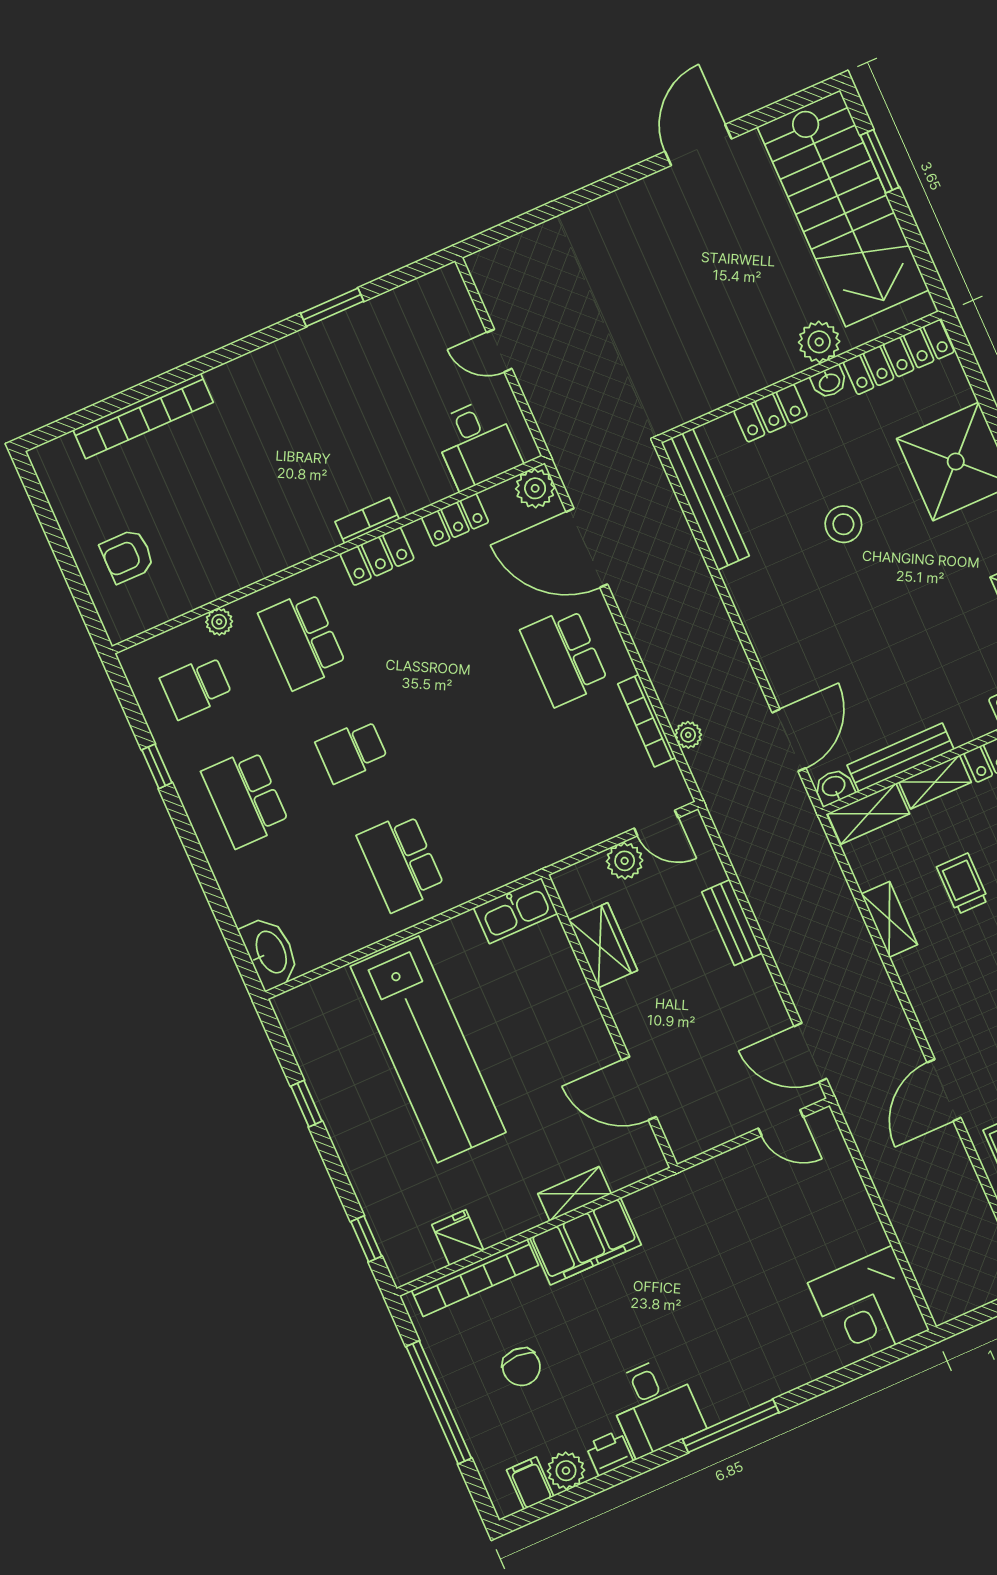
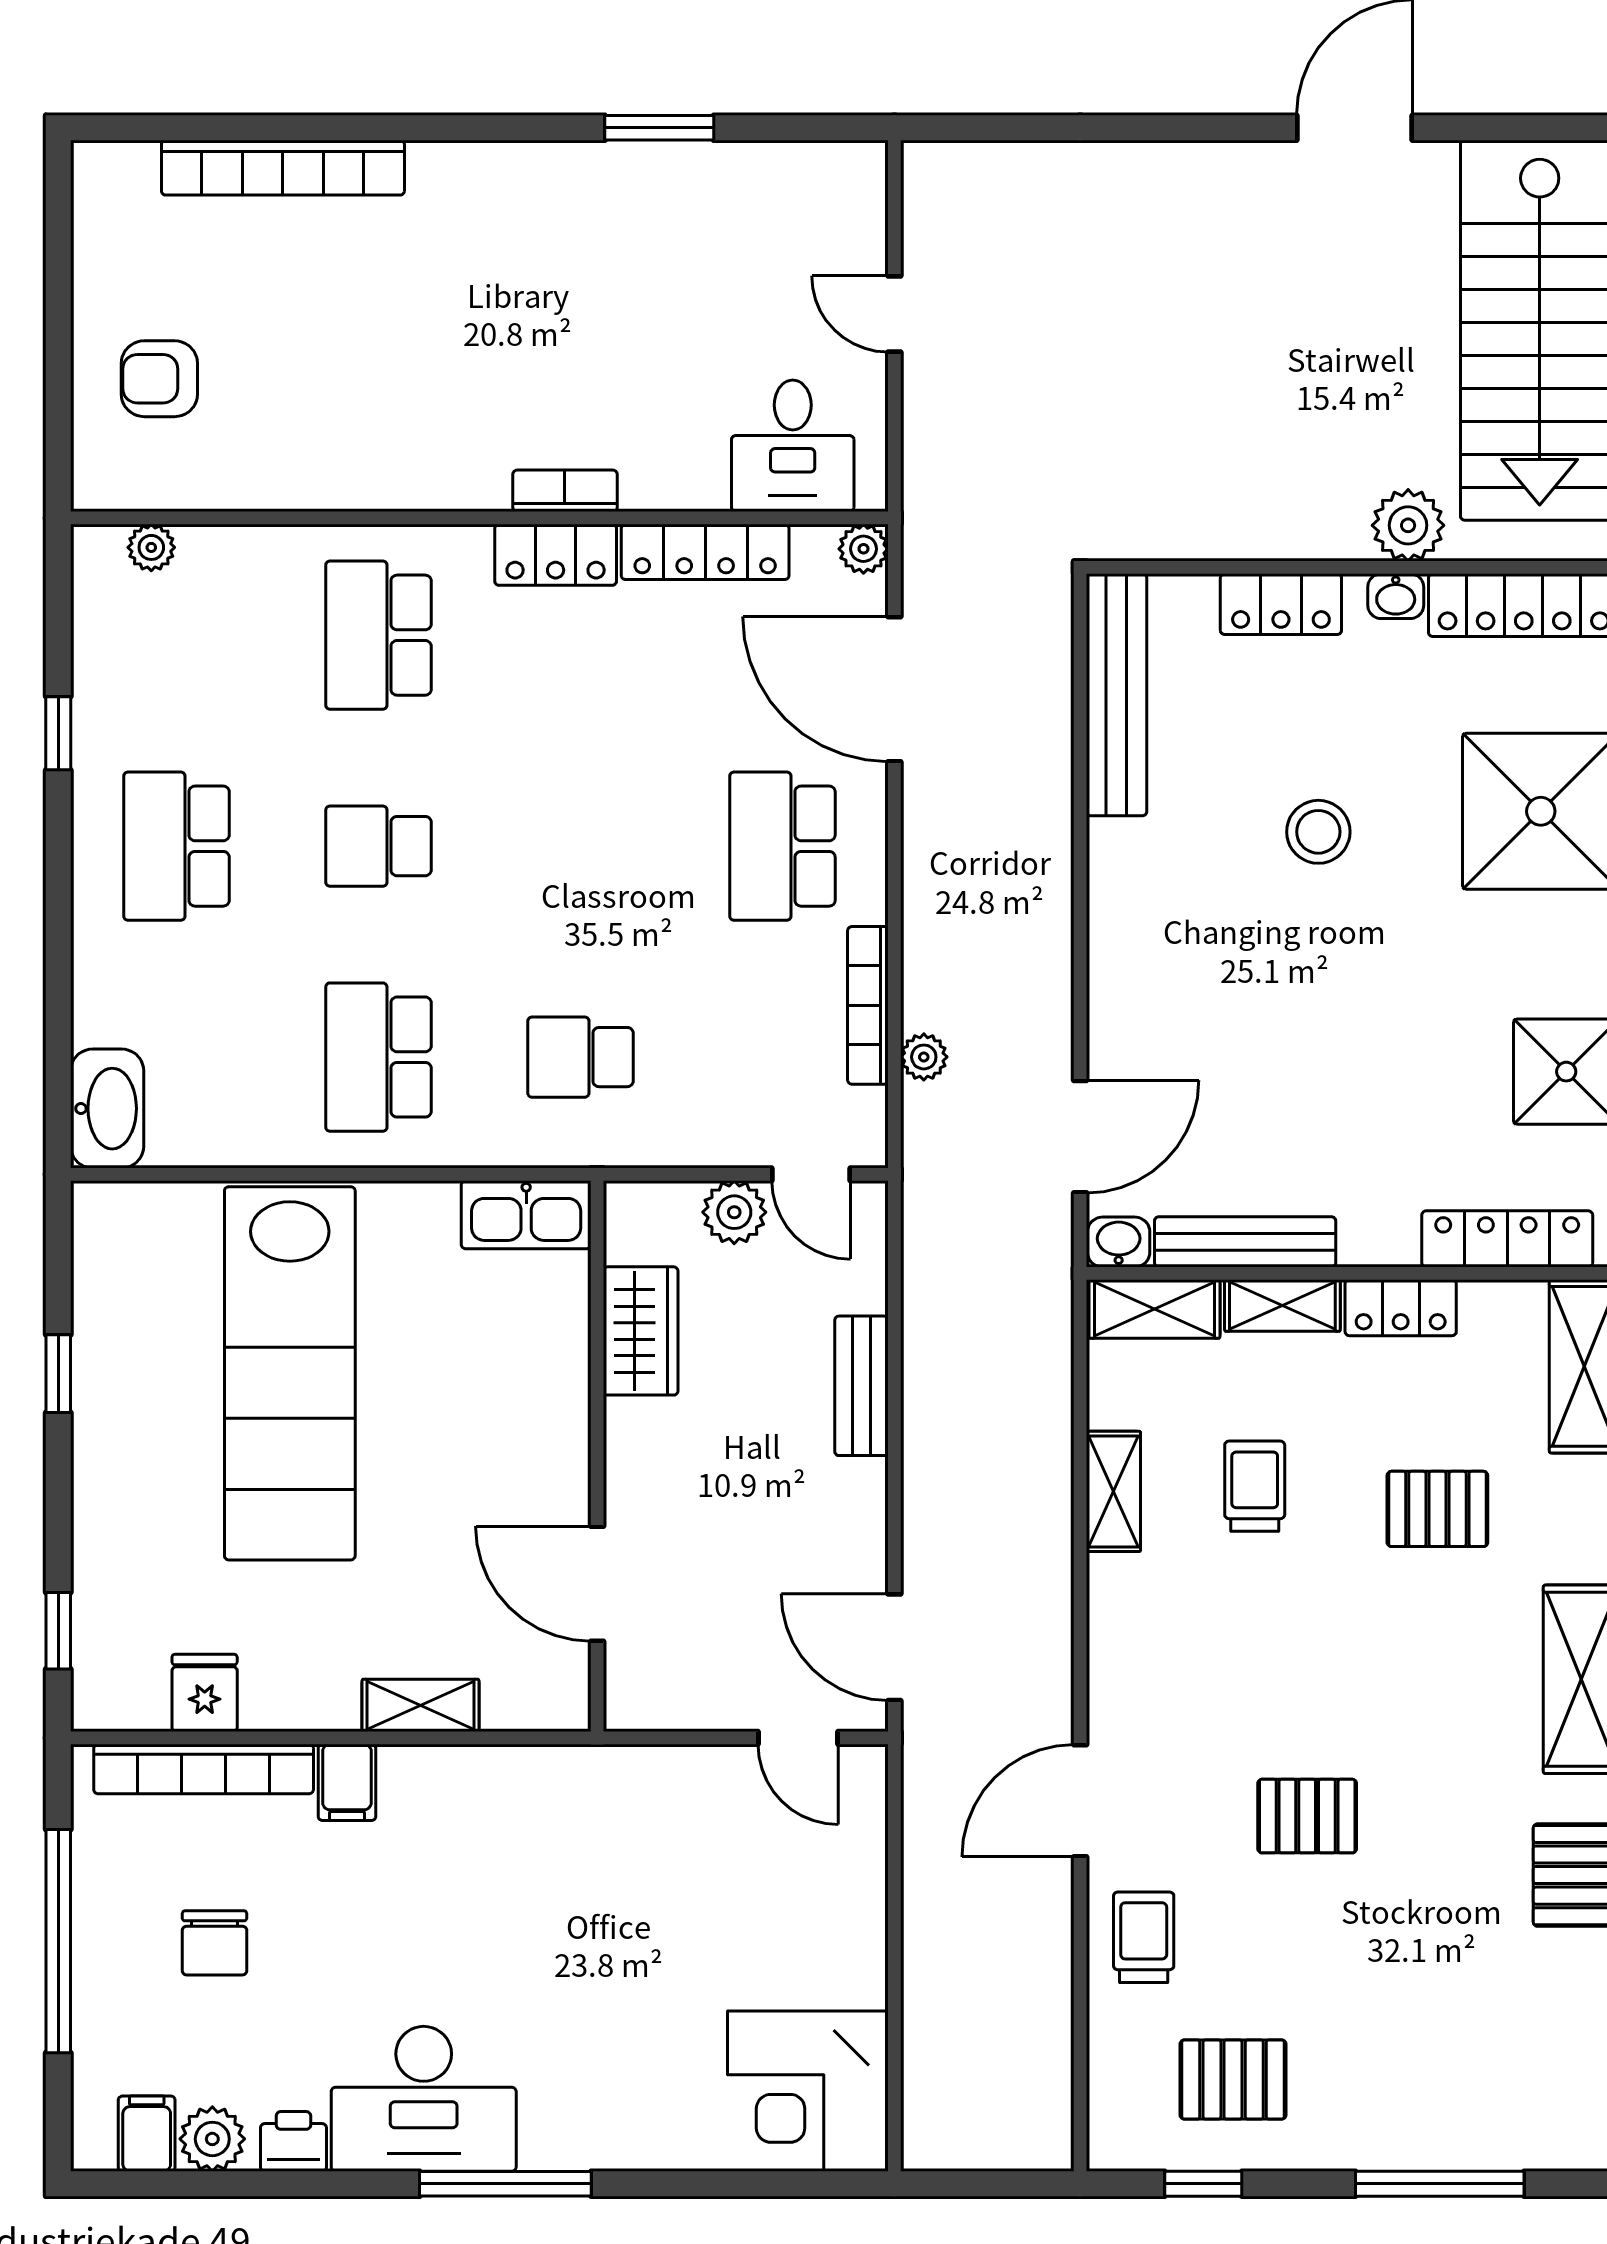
plant: (535, 488) -> (863, 549), width x0.73, depth x0.73
locker: (455, 520) -> (705, 552), width x1.53
plant: (219, 622) -> (151, 547), moved
school desk: (196, 687) -> (580, 1057), moved
filing cabinet: (585, 1241) -> (347, 1782), width x0.33, depth x0.86
desk: (655, 1406) -> (424, 2099), width x1.37

